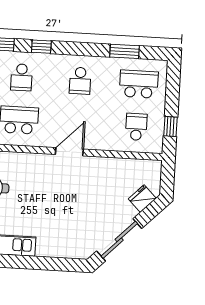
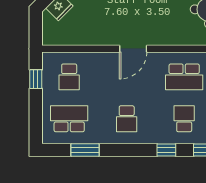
school desk: (80, 81) -> (127, 119), turned 180
school desk: (139, 84) -> (69, 119), turned 180

